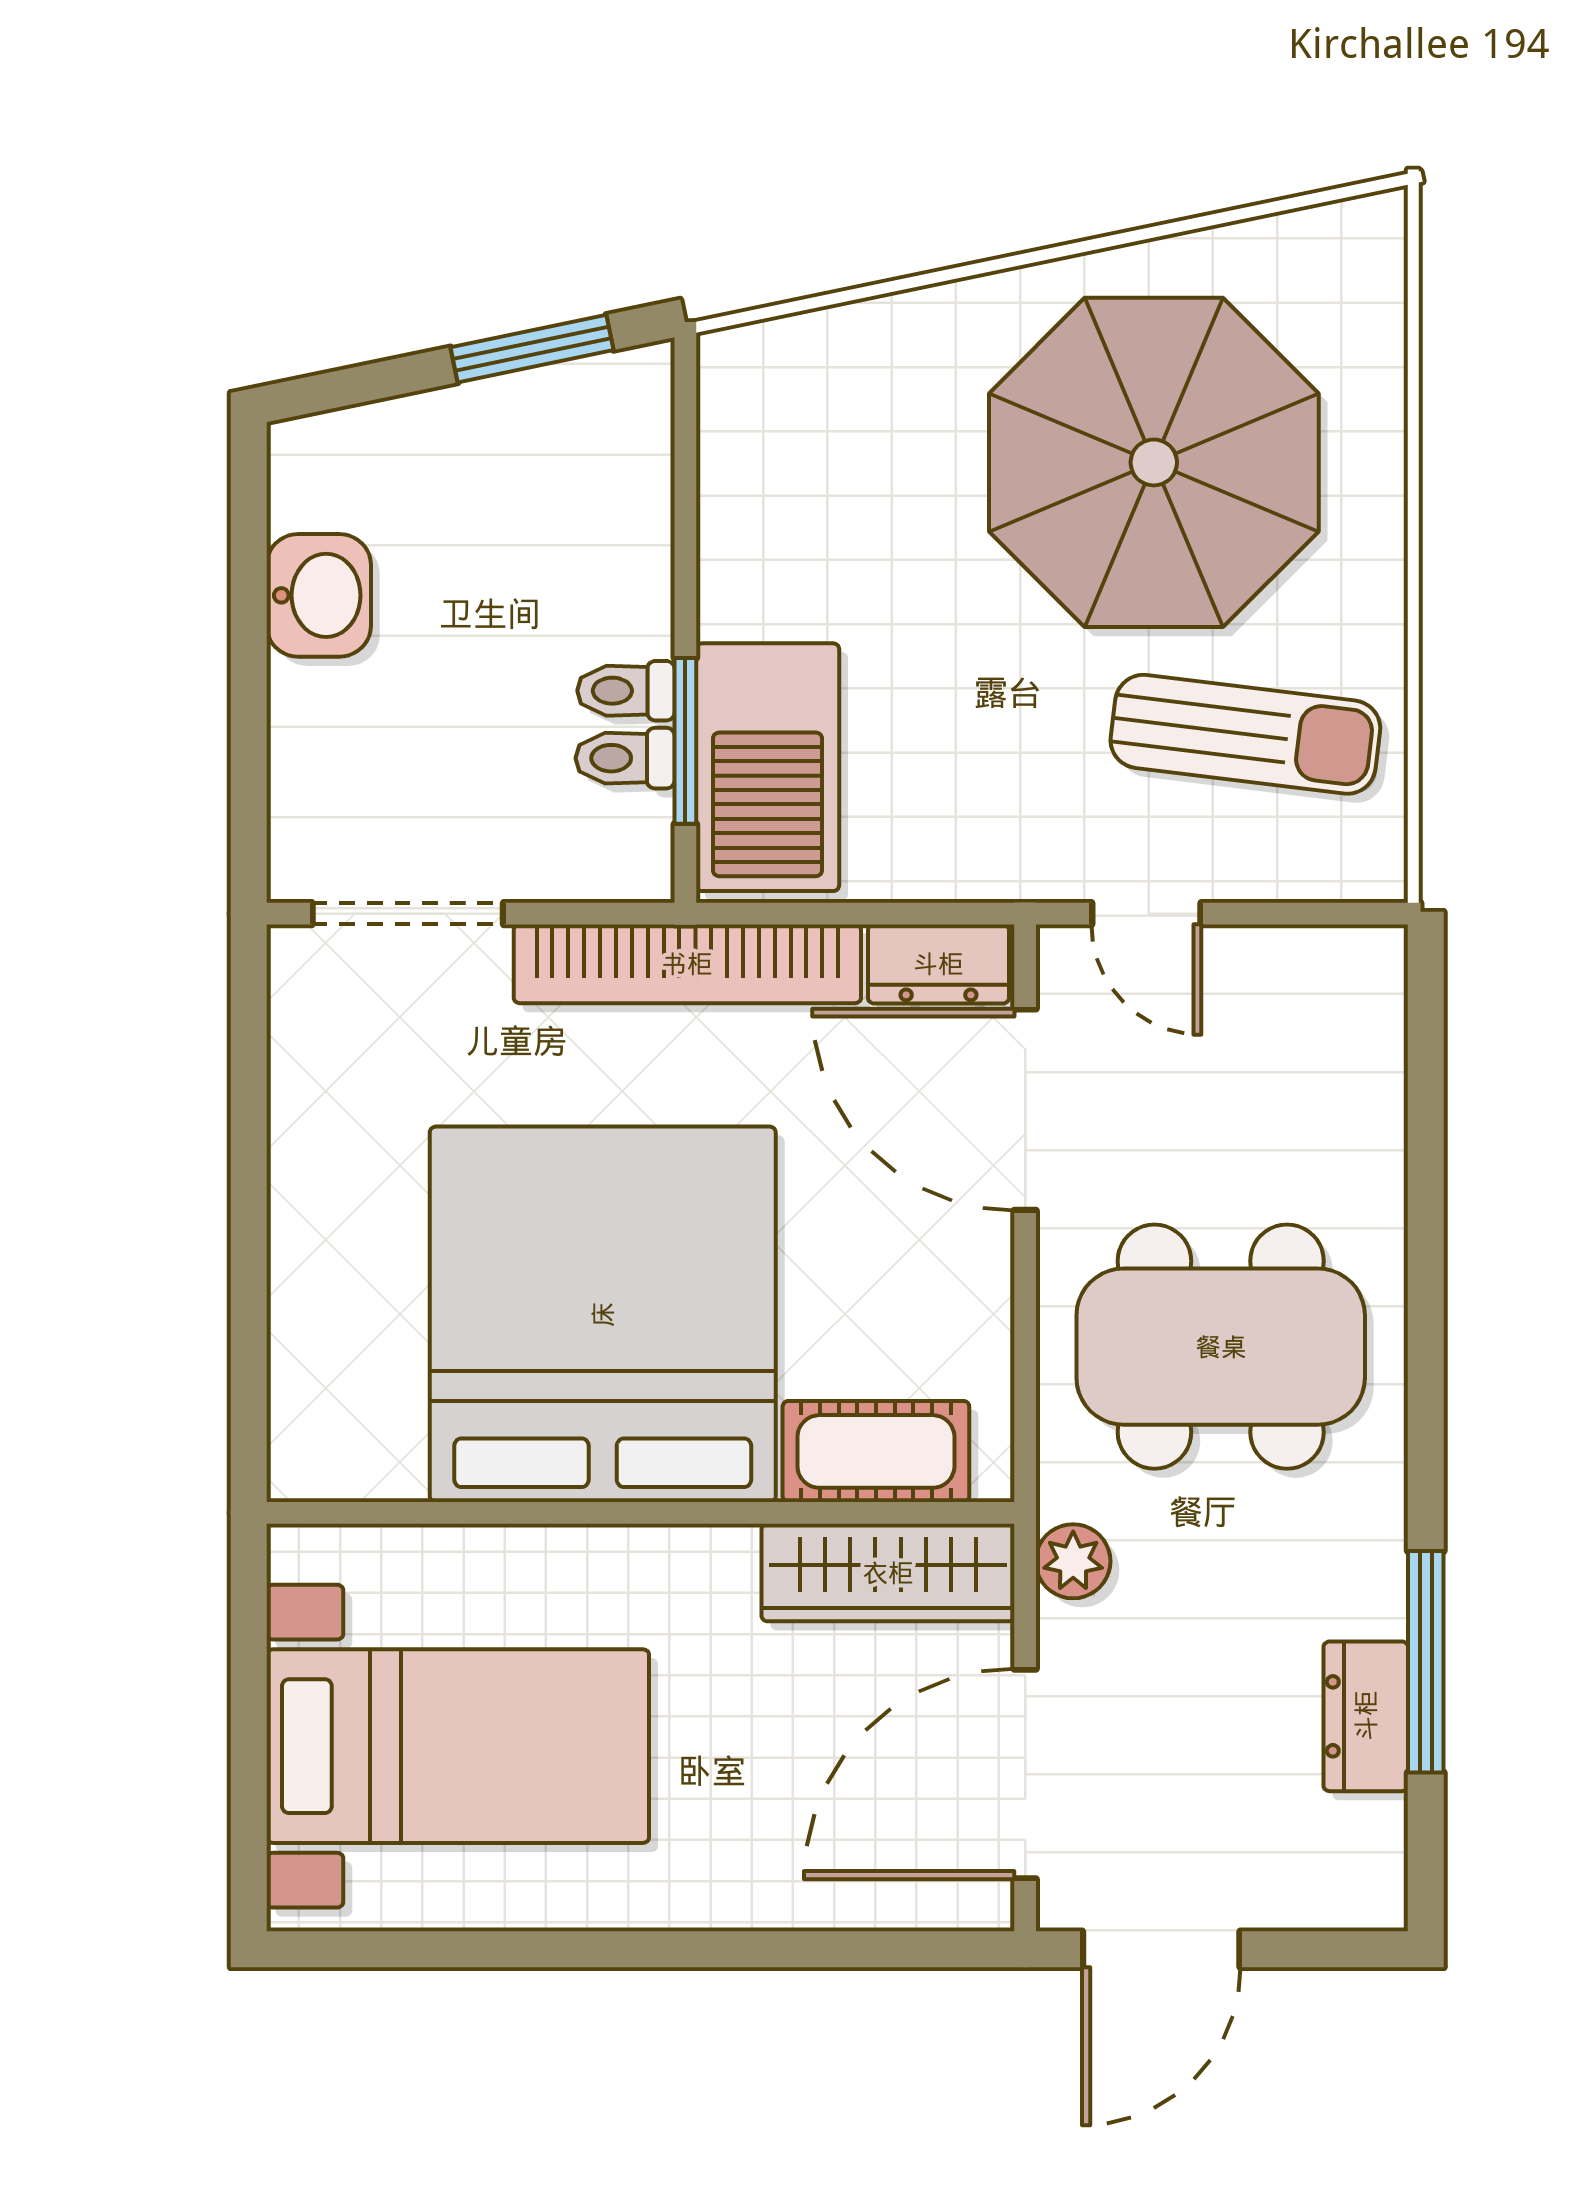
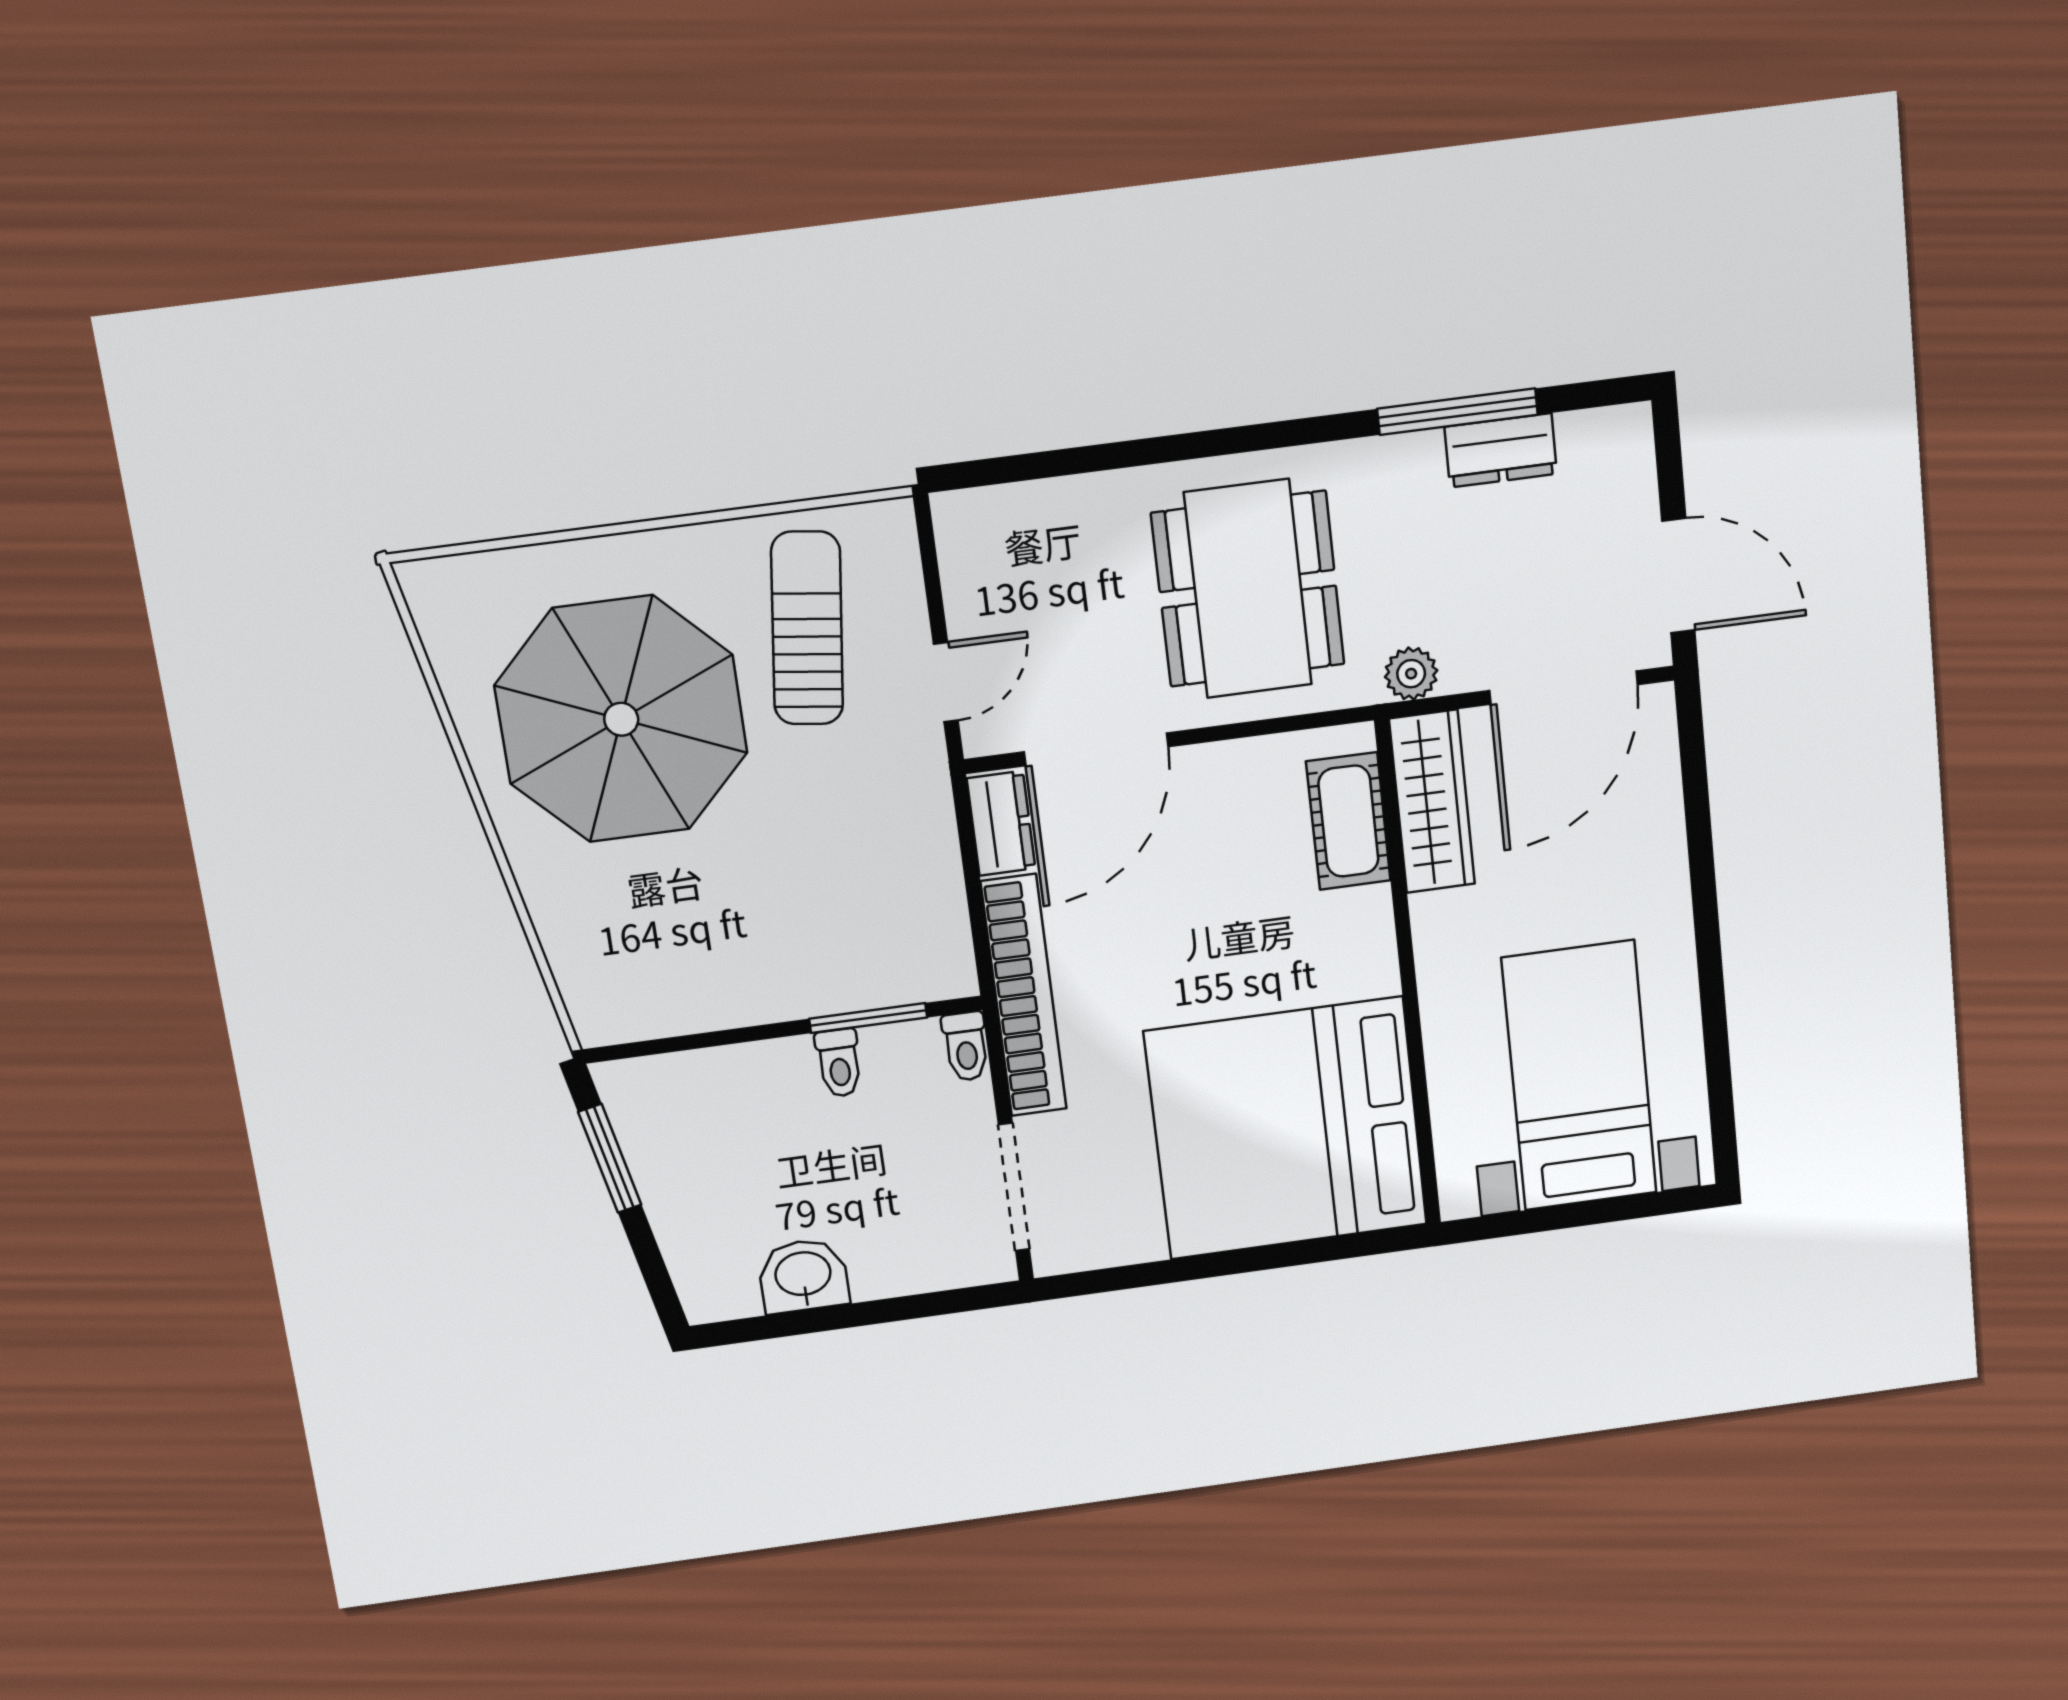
toilet: (625, 758) -> (966, 1046), moved
barbecue: (768, 767) -> (879, 960), removed
bed: (603, 1314) -> (1286, 1128), moved
door: (1025, 1774) -> (1564, 688), hinge flipped

